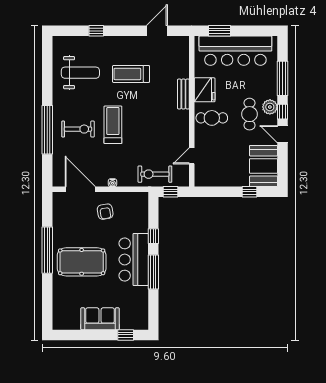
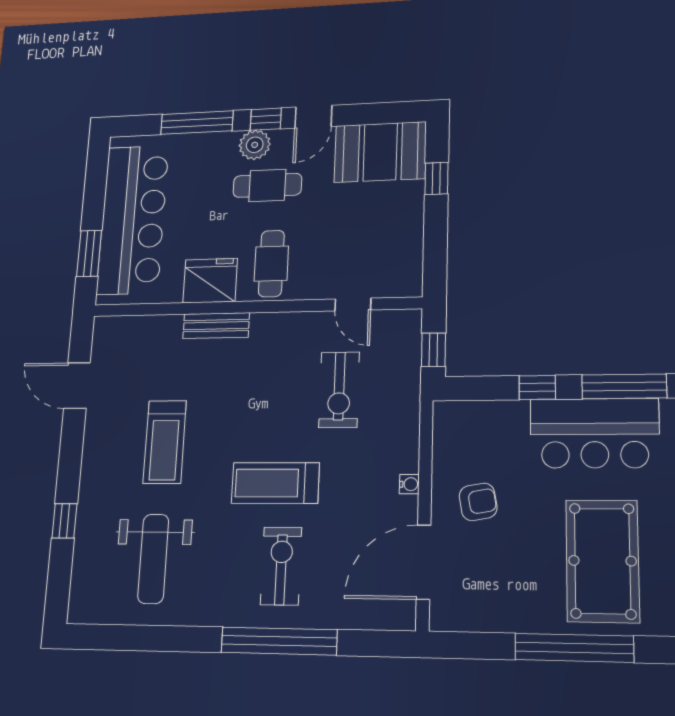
weight bench: (80, 73) -> (153, 559), turned 180
exercise bike: (155, 174) -> (339, 390), moved

